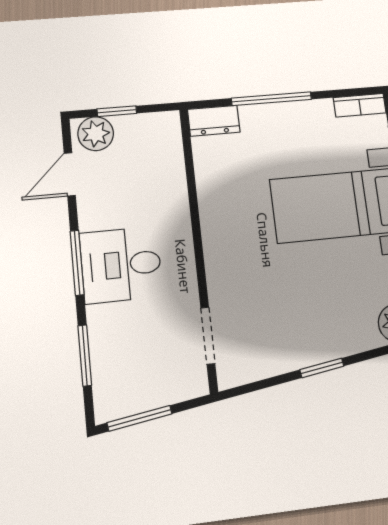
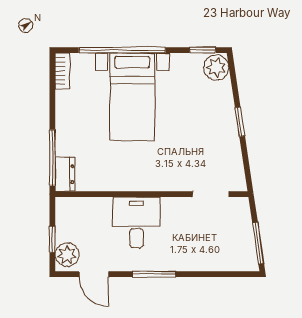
window: (271, 99) -> (52, 158), moved
desk: (121, 265) -> (137, 222), moved, turned 180
window: (85, 355) -> (215, 274), removed

